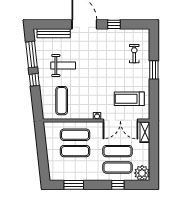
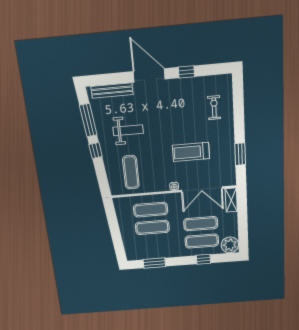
window: (154, 70) -> (240, 154), moved
treadmill: (129, 99) -> (191, 152), moved

